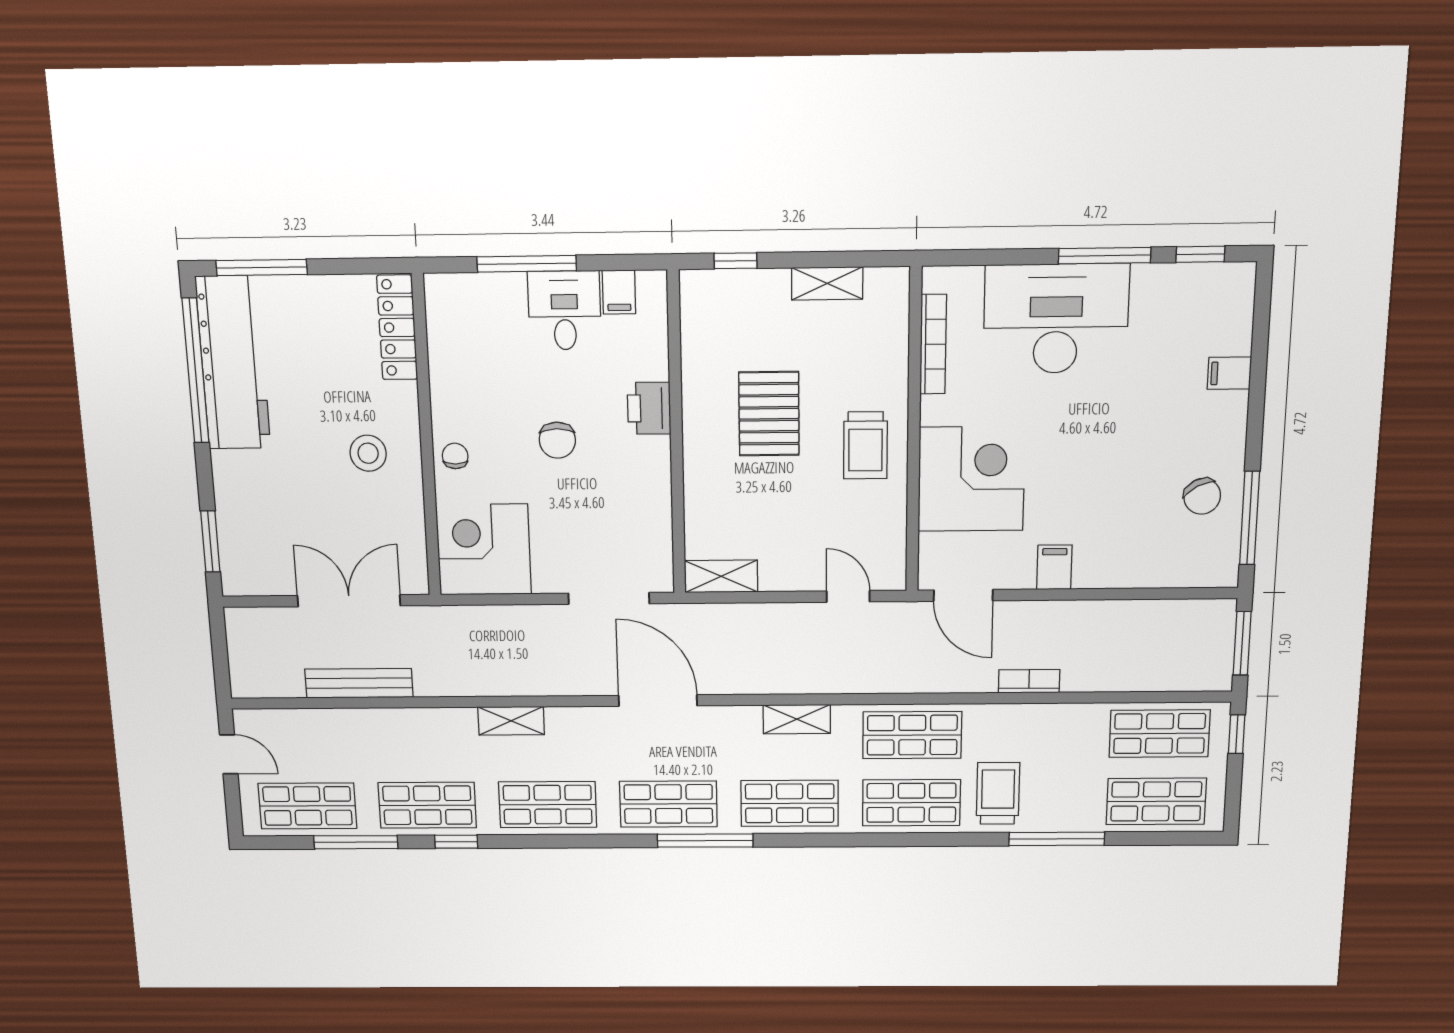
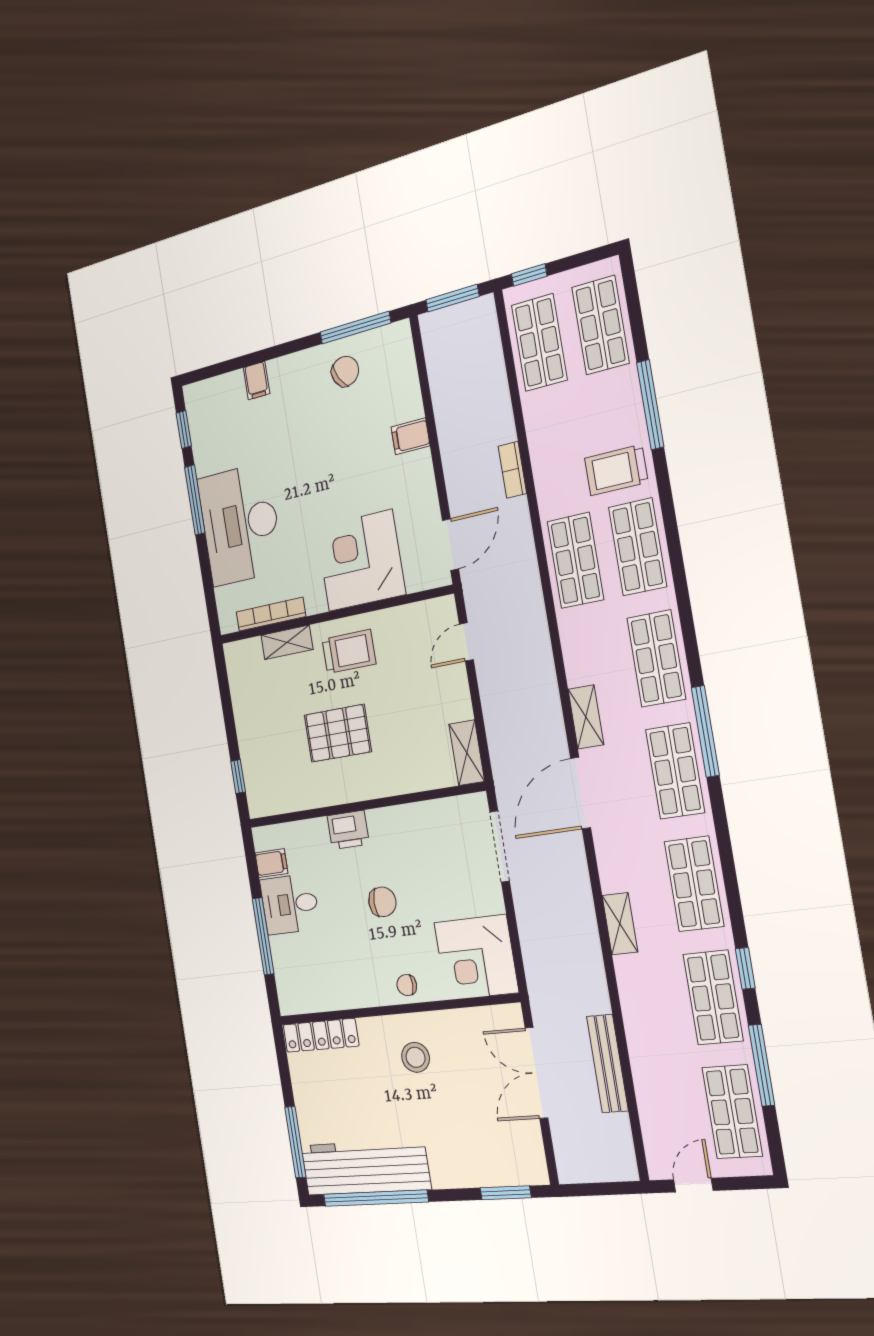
shelving: (827, 283) -> (287, 642), moved, turned 90
filing cabinet: (1054, 567) -> (410, 436), moved
shelving: (797, 719) -> (586, 717), moved

